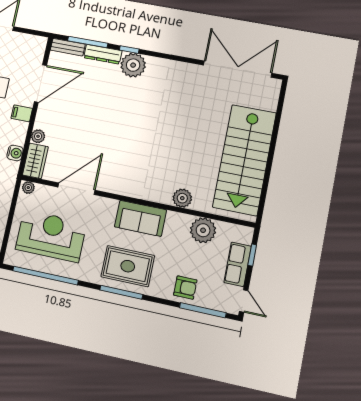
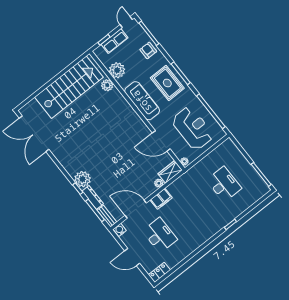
filing cabinet: (22, 113) -> (161, 199), width x2.00
water cooler: (15, 153) -> (120, 230), moved
plant: (182, 198) -> (107, 85), moved
sofa: (140, 218) -> (142, 101), width x1.36
reception desk: (51, 236) -> (193, 128), turned 180

